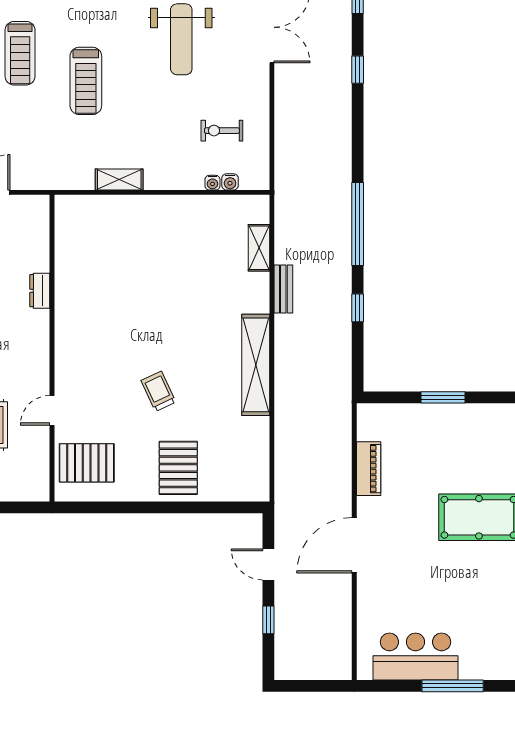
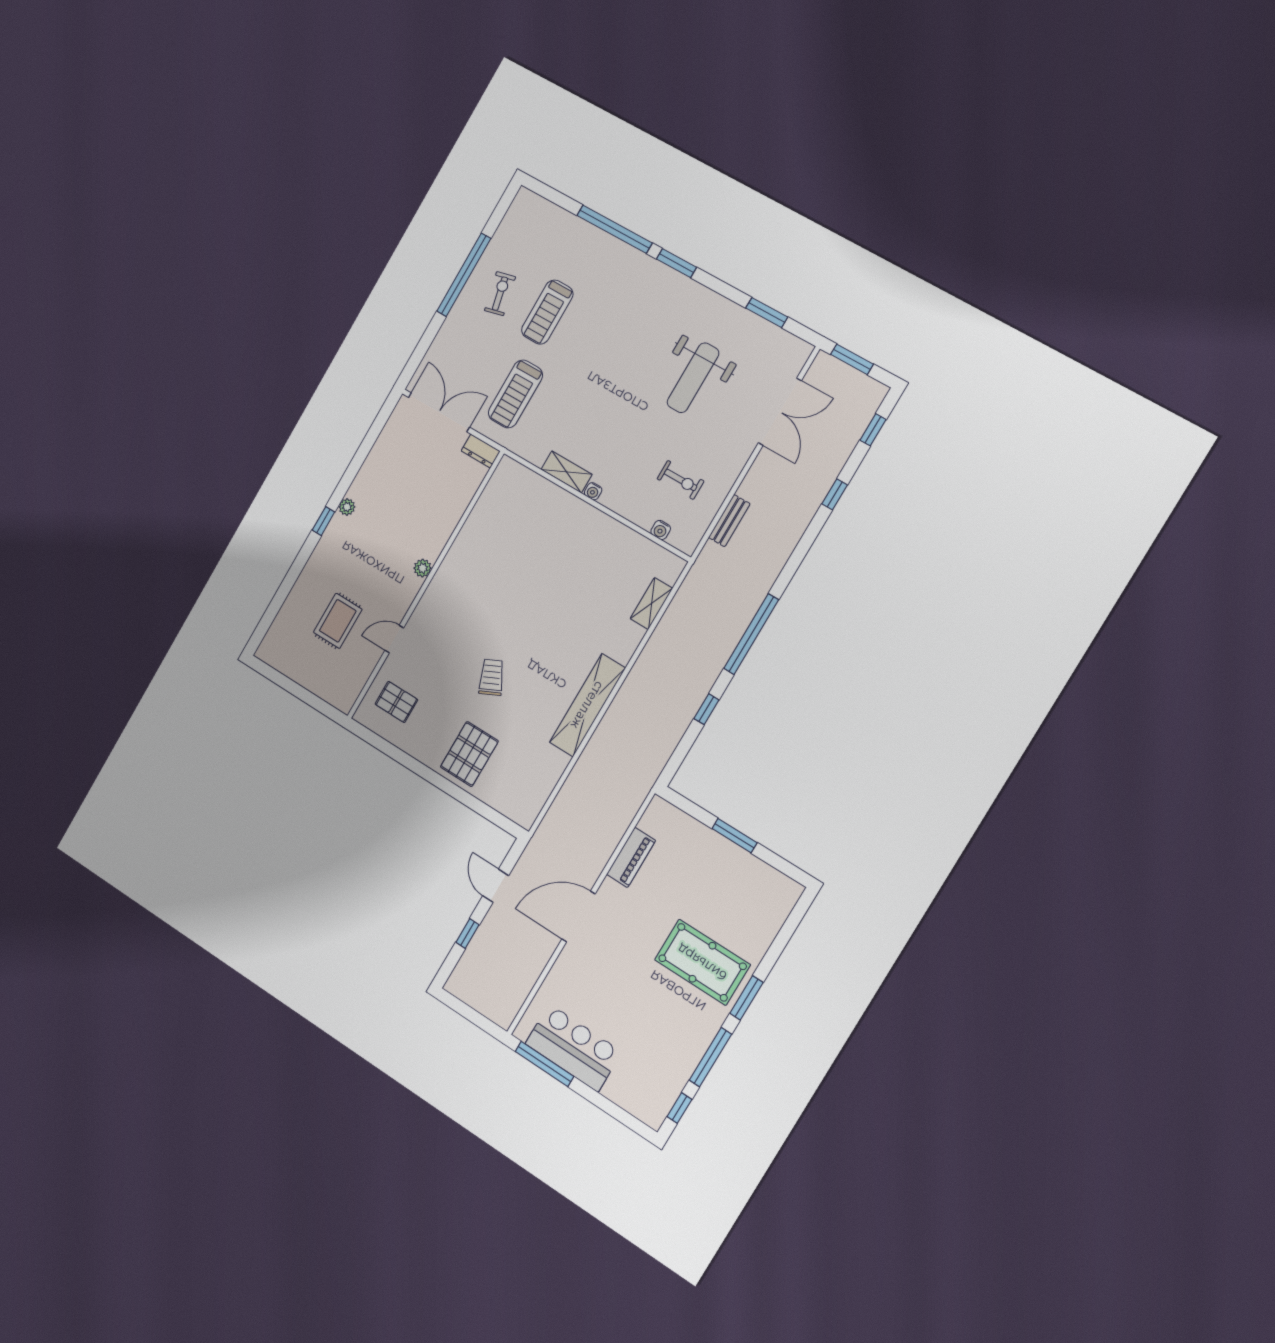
treadmill: (86, 81) -> (515, 394), moved
exercise bike: (222, 131) -> (681, 480), turned 180
water cooler: (212, 183) -> (593, 491), moved
bench: (283, 289) -> (729, 521), moved
dresser: (40, 291) -> (481, 451), moved, turned -90
plant: (41, 335) -> (423, 568), added
pallet: (87, 463) -> (396, 702), width x0.67, depth x0.71
window: (453, 686) -> (544, 1064), moved

